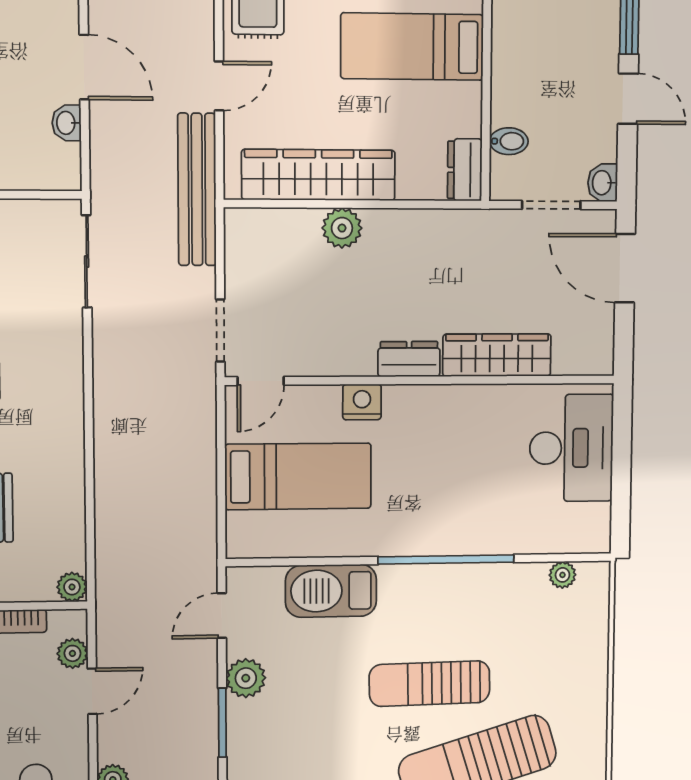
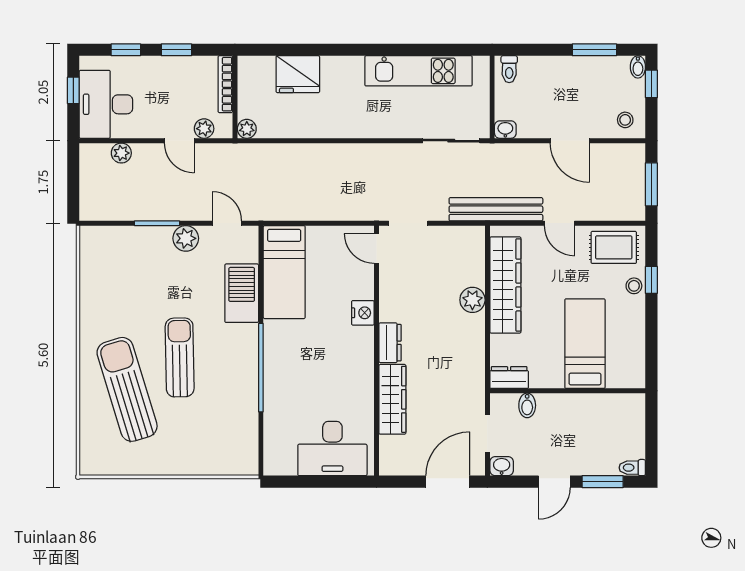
door: (84, 67) -> (570, 141), hinge flipped
washbasin: (67, 123) -> (505, 130), moved
bed: (298, 476) -> (284, 272), moved
plant: (562, 575) -> (250, 444), removed

